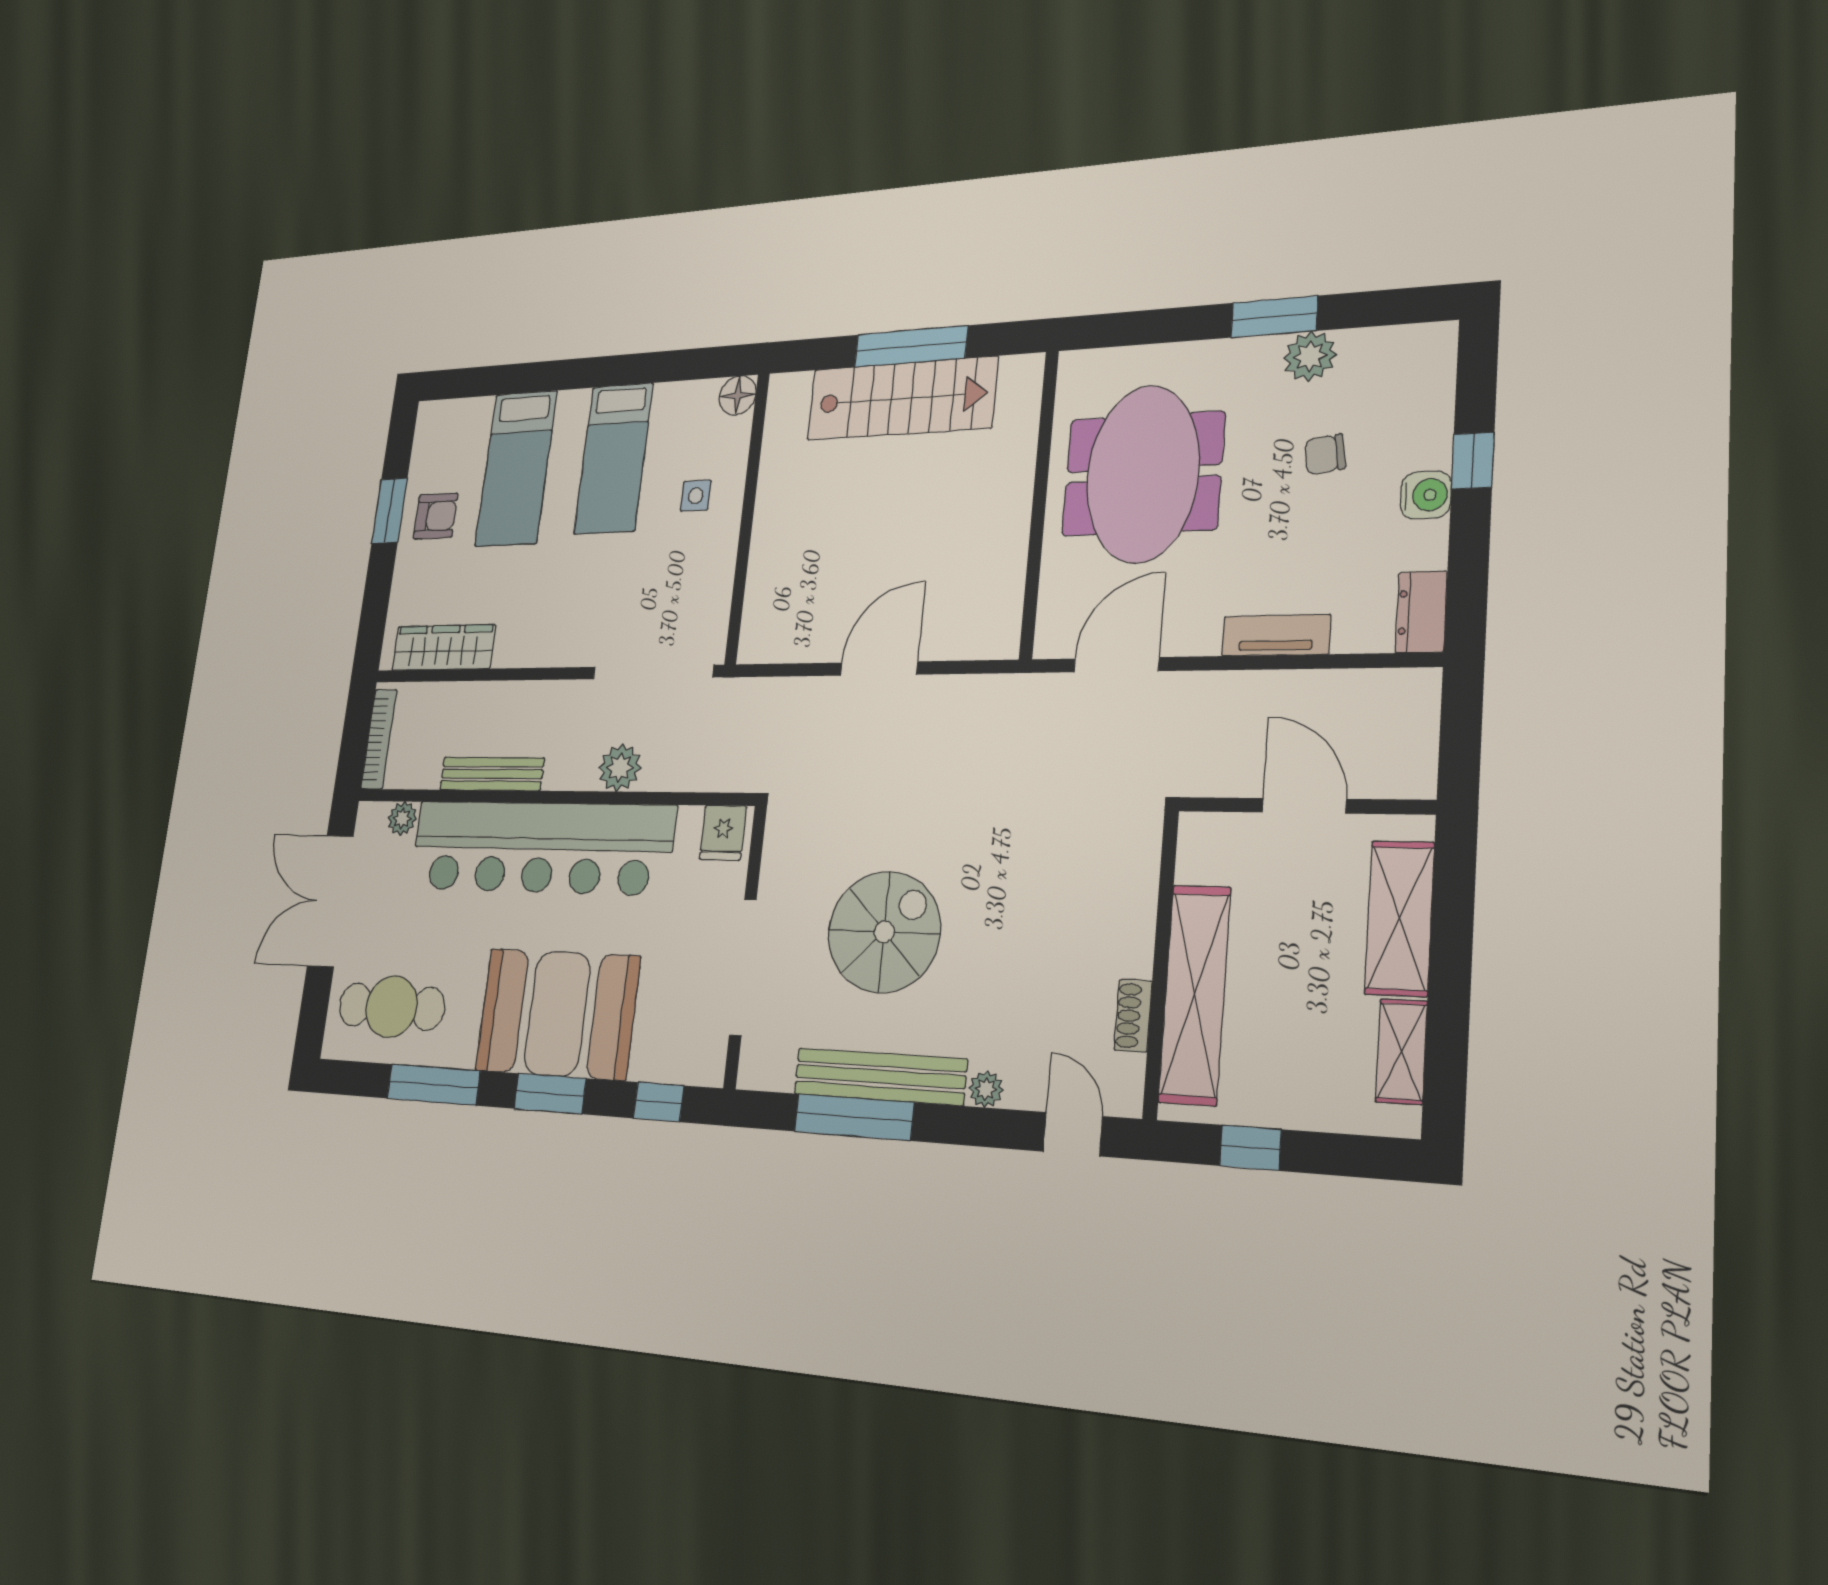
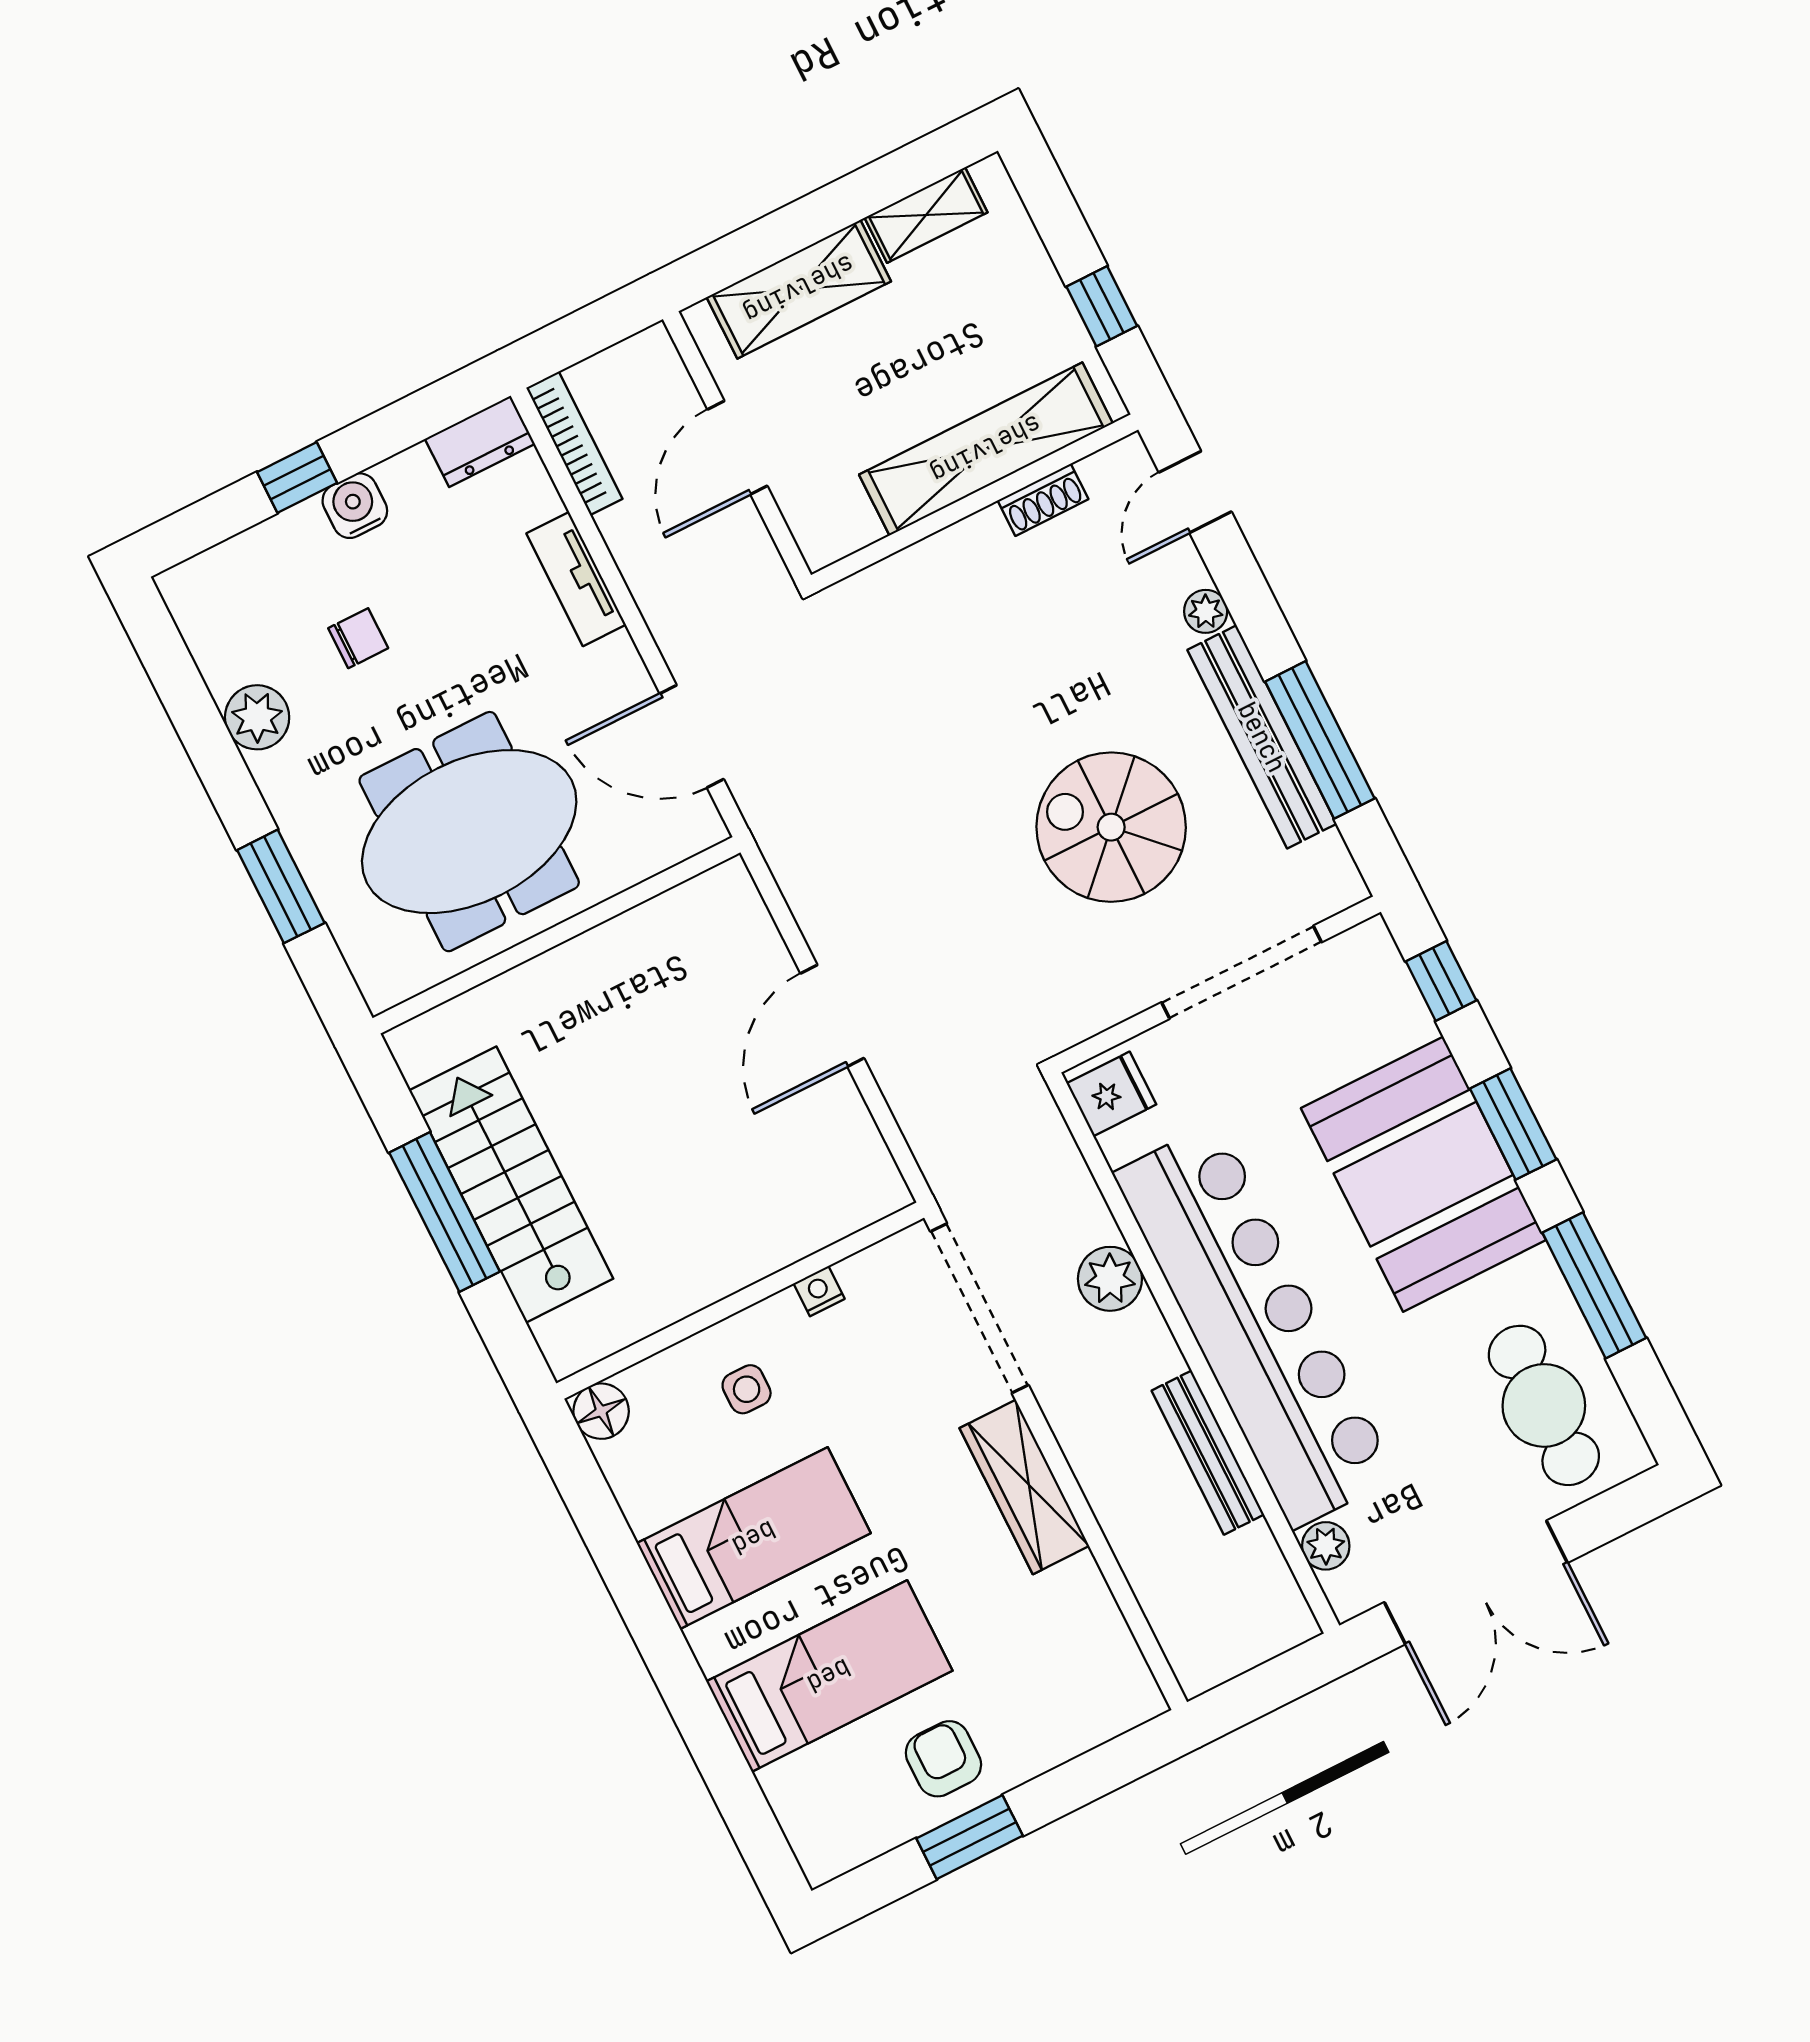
window: (1274, 317) -> (281, 886), moved
chair: (1325, 454) -> (358, 638), turned -82
nightstand: (723, 572) -> (819, 1291), added
wardrobe: (443, 648) -> (1024, 1487), moved
door: (879, 669) -> (832, 1016), hinge flipped
bookcase: (379, 739) -> (574, 443), moved, turned 90

